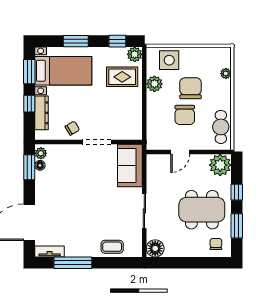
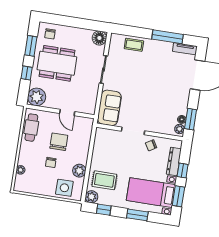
chair: (191, 88) -> (51, 162), width x0.54, depth x0.54
door: (180, 152) -> (67, 112), swing flipped

